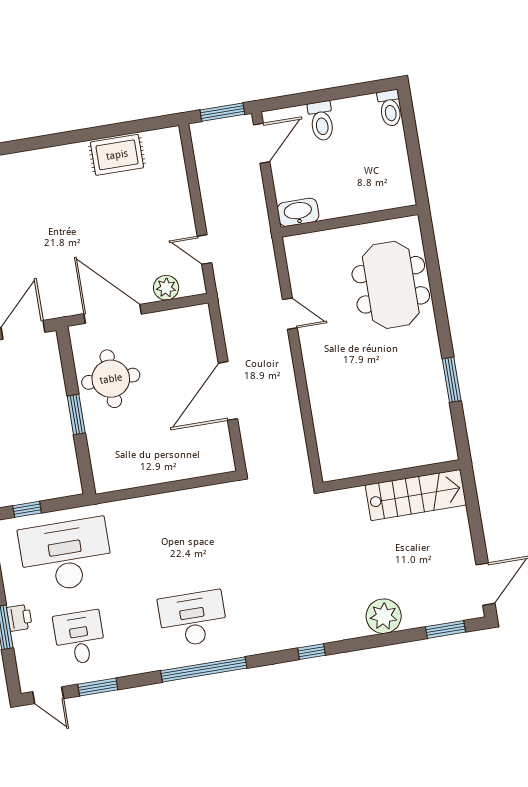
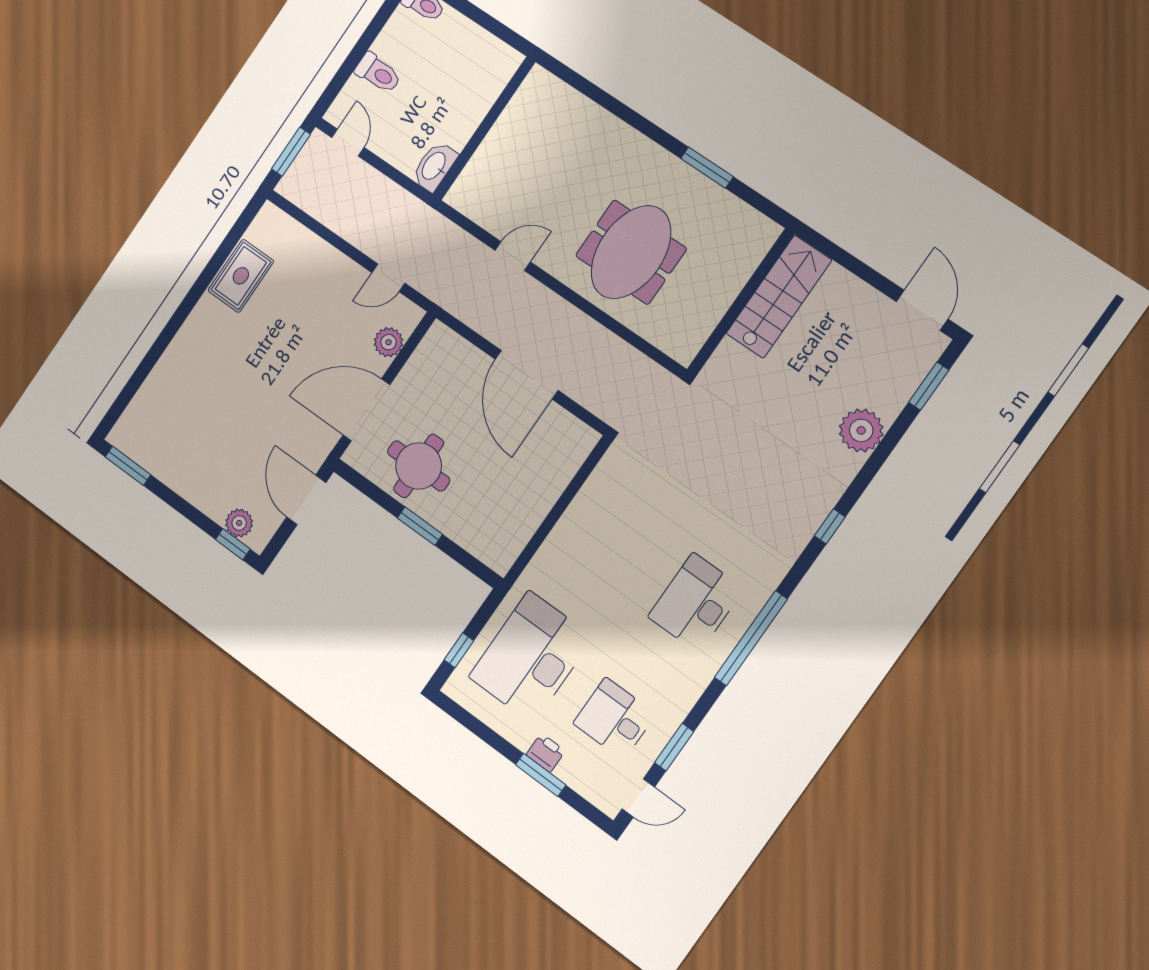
door: (262, 143) -> (348, 143), width x0.73
meeting table: (391, 285) -> (631, 252), moved, turned 90

